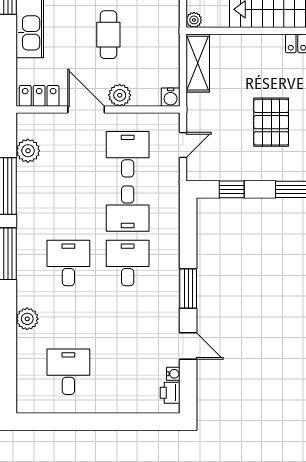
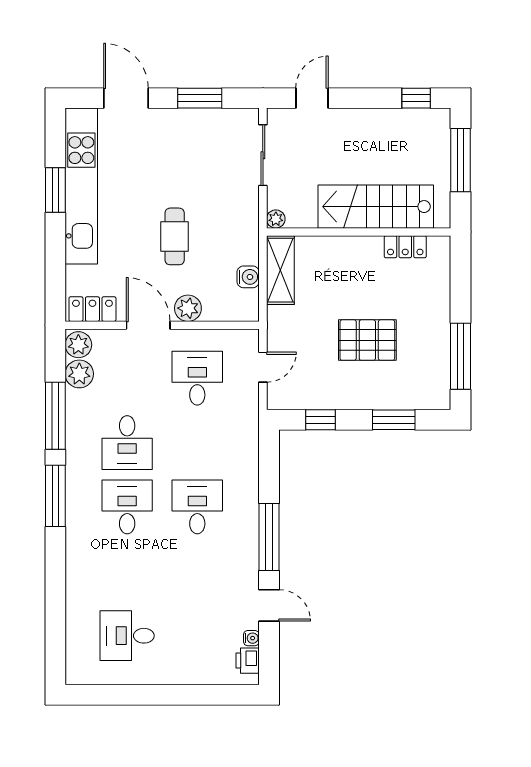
water cooler: (171, 97) -> (248, 277), moved, turned -90
pallet: (271, 122) -> (367, 340), turned 90
desk: (128, 209) -> (127, 443), moved
window: (188, 288) -> (269, 537), width x1.44
plant: (27, 319) -> (78, 345), moved
desk: (68, 372) -> (127, 636), turned -90

